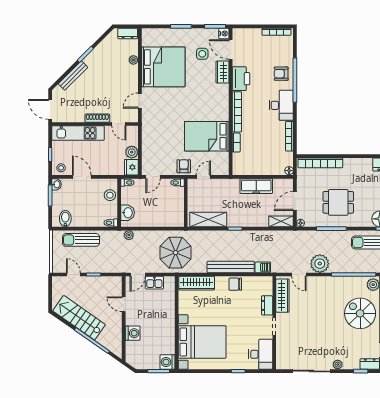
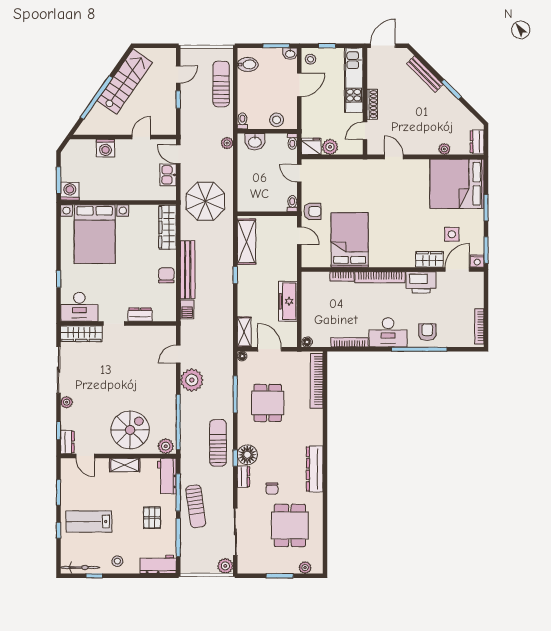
bed: (163, 67) -> (457, 184), moved, turned 90
wardrobe: (282, 296) -> (81, 334), moved

